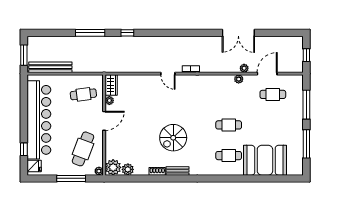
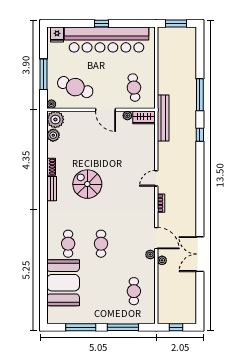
bench: (50, 67) -> (163, 118), moved
door: (267, 74) -> (156, 238), moved
window: (24, 149) -> (101, 24), moved

